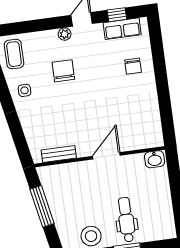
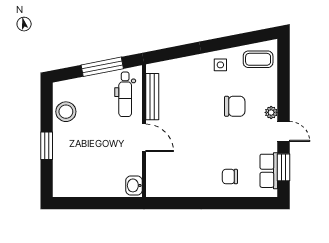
window: (117, 15) -> (284, 167), width x1.50
bench: (59, 154) -> (152, 97), width x1.36
dental chair: (126, 220) -> (125, 94), moved, turned 90

